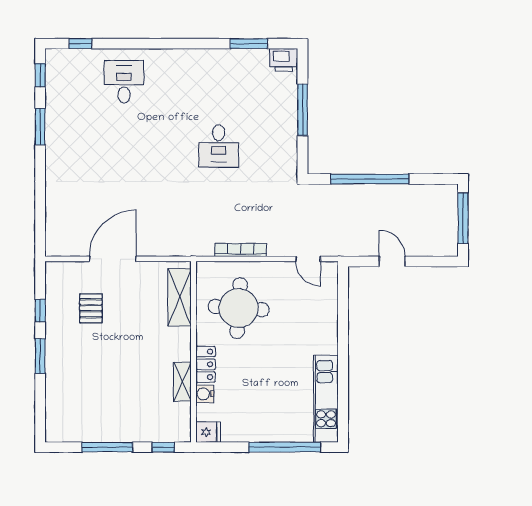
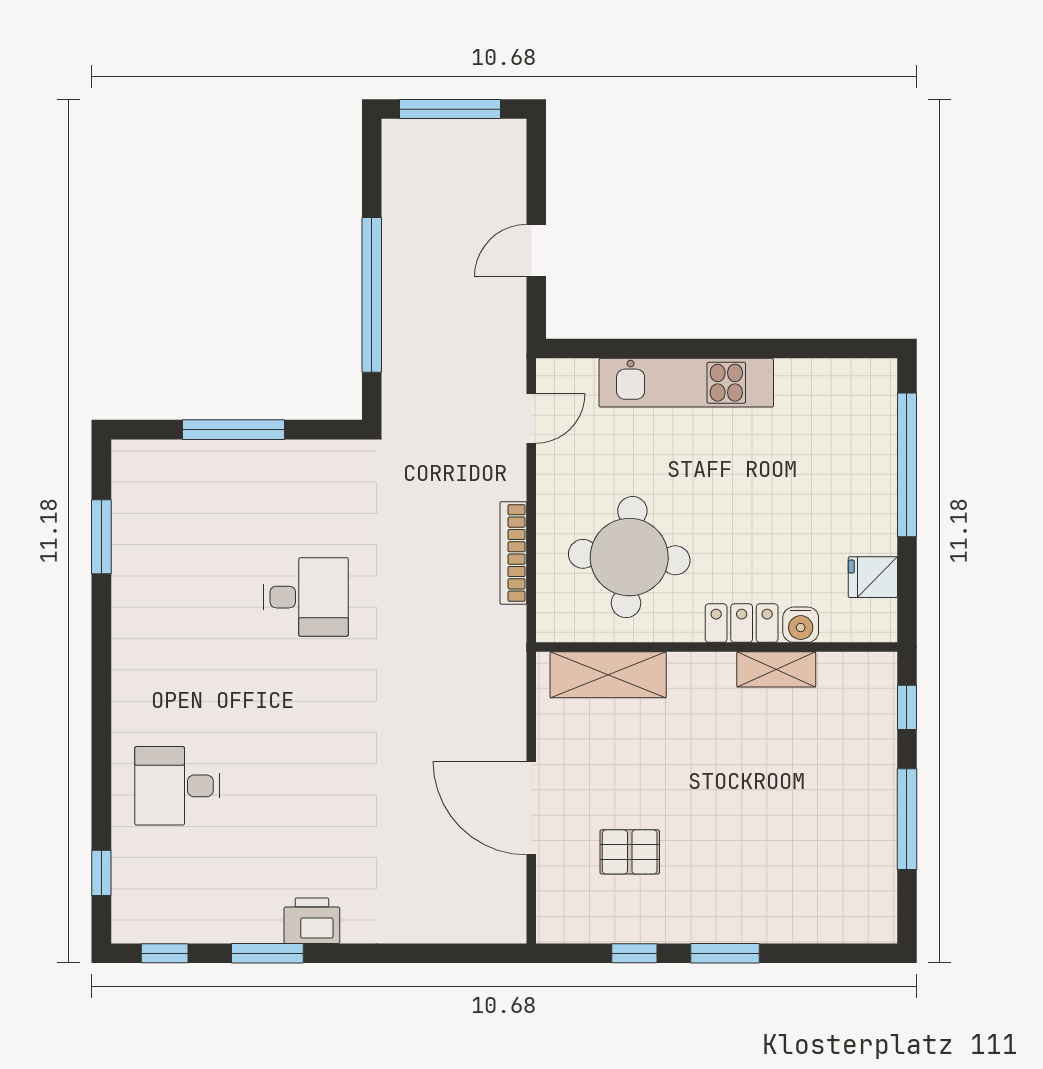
printer: (284, 60) -> (312, 921), moved, turned -90
kitchen unit: (326, 399) -> (686, 383), moved
fridge: (208, 432) -> (873, 577), moved, turned -90

